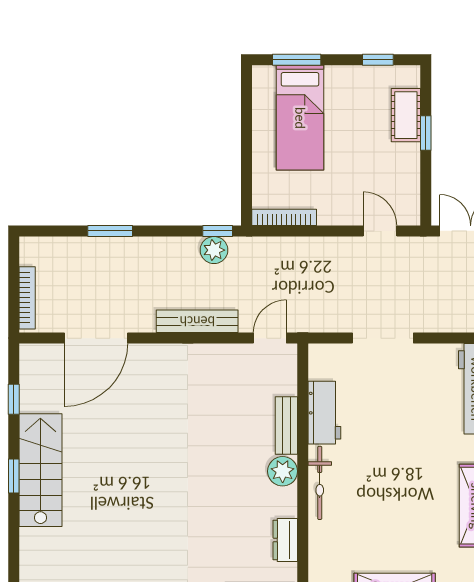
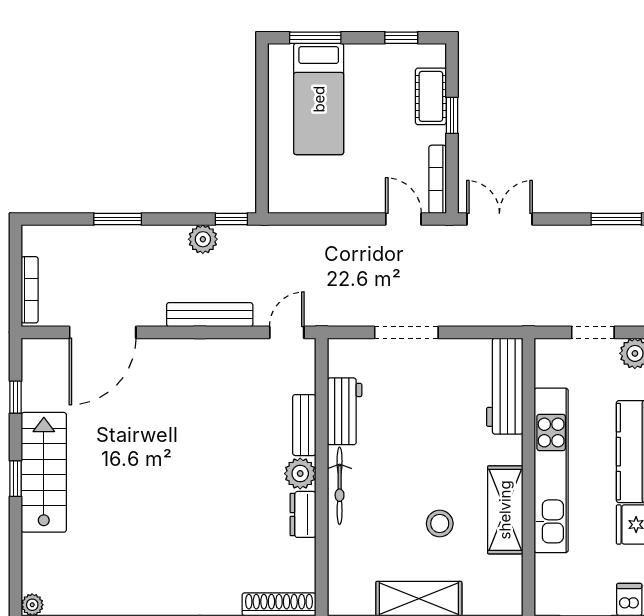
bookcase: (284, 217) -> (438, 179), moved, turned -90
plant: (214, 250) -> (203, 239), moved
stool: (414, 518) -> (440, 524), added
dresser: (285, 540) -> (303, 514), moved

